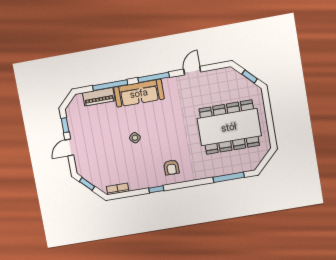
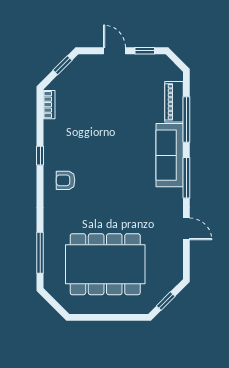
dining table: (229, 127) -> (105, 264), turned 90
side table: (135, 138) -> (113, 140), removed

